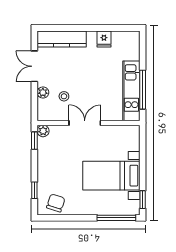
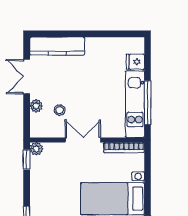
fridge: (104, 39) -> (135, 62), moved, turned 90
bookcase: (122, 130) -> (124, 148), added

